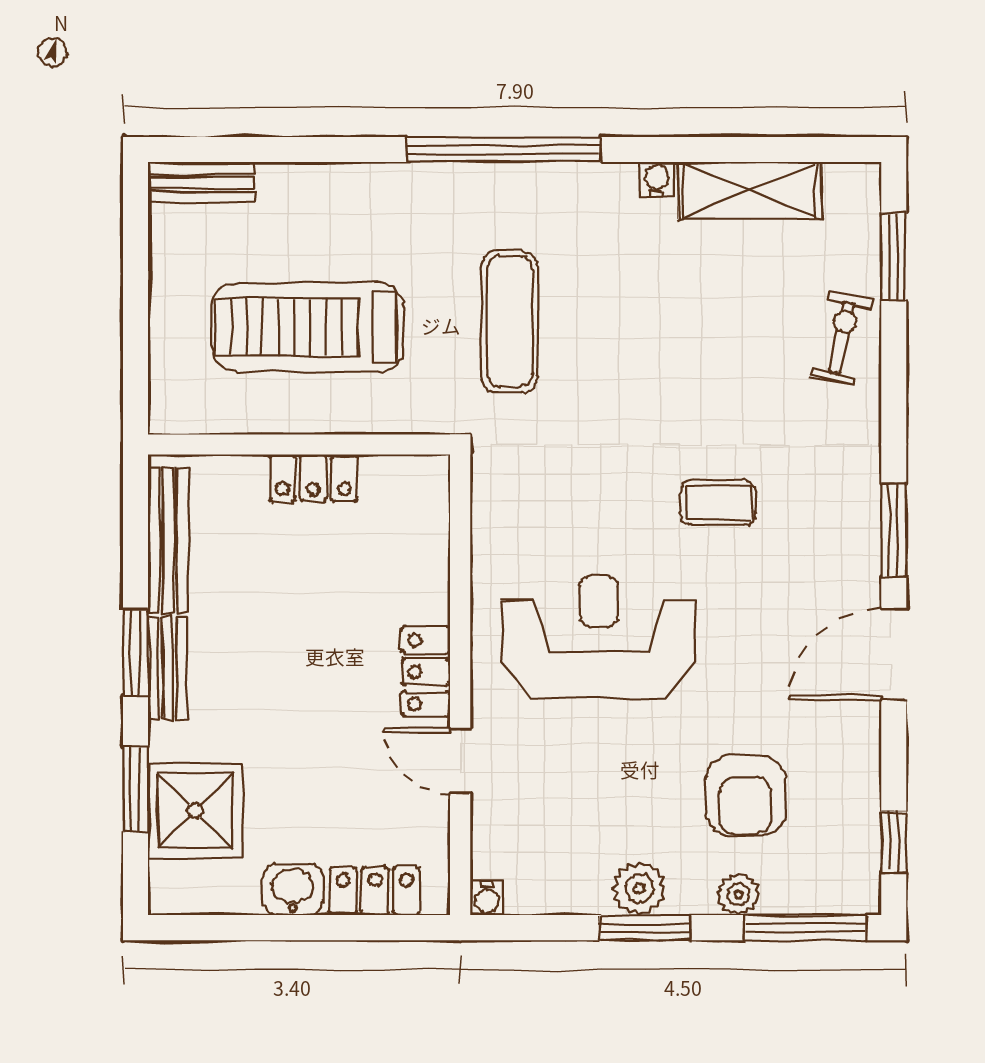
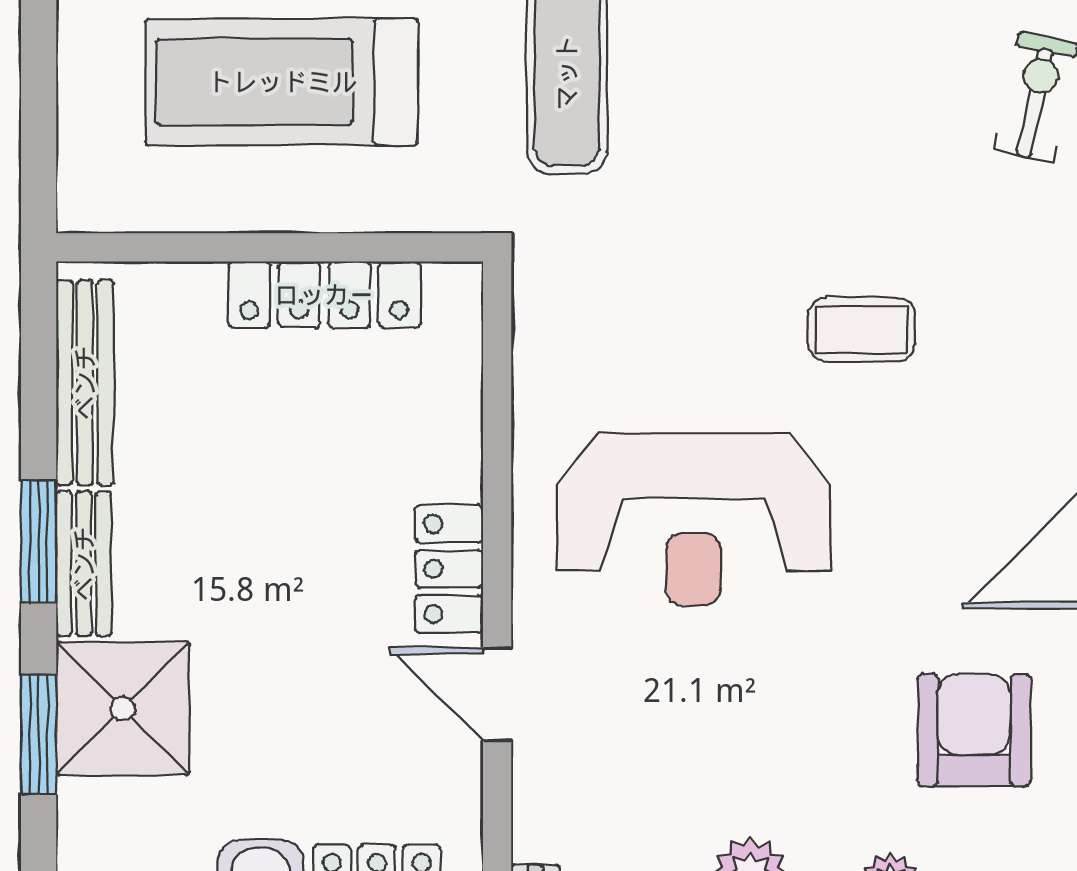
locker: (313, 478) -> (324, 295), width x1.53
reception desk: (599, 637) -> (694, 519), turned 180
armchair: (745, 796) -> (974, 730), moved, turned 180
shower: (195, 811) -> (123, 709), moved

